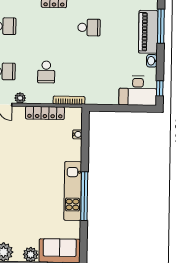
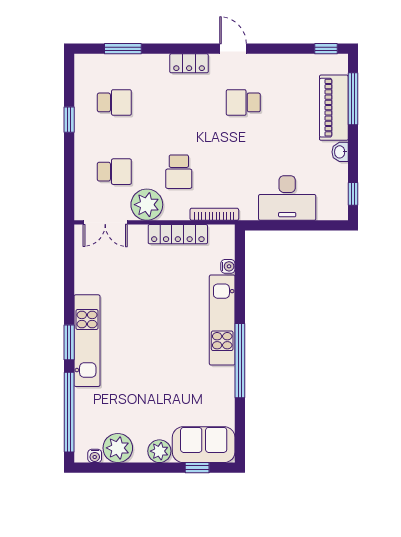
school desk: (89, 27) -> (243, 102), turned 180
desk: (138, 91) -> (287, 198), moved
plant: (20, 98) -> (147, 205), width x1.88, depth x1.88
kitchen unit: (73, 191) -> (222, 320), moved

